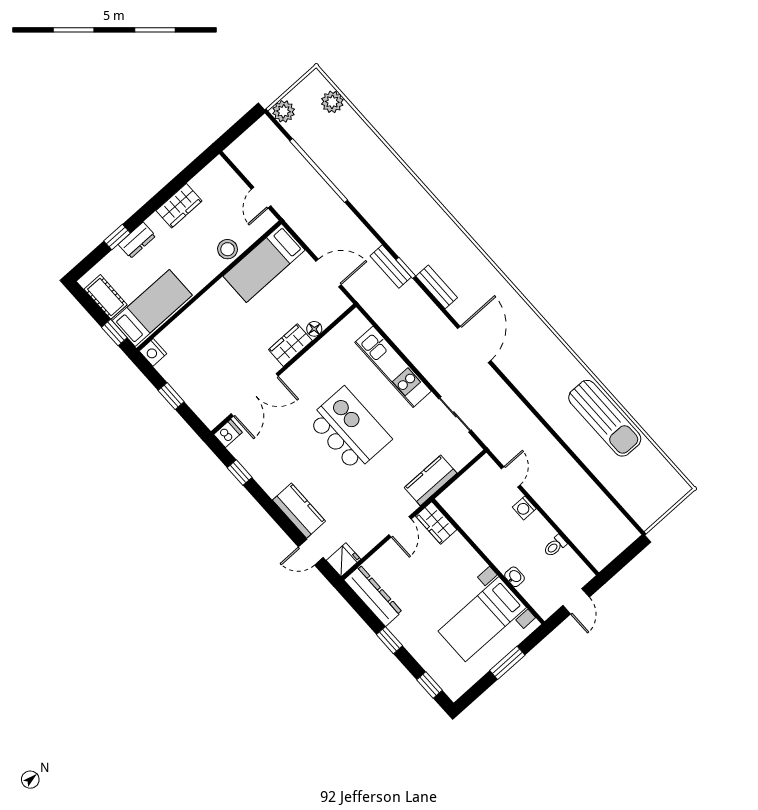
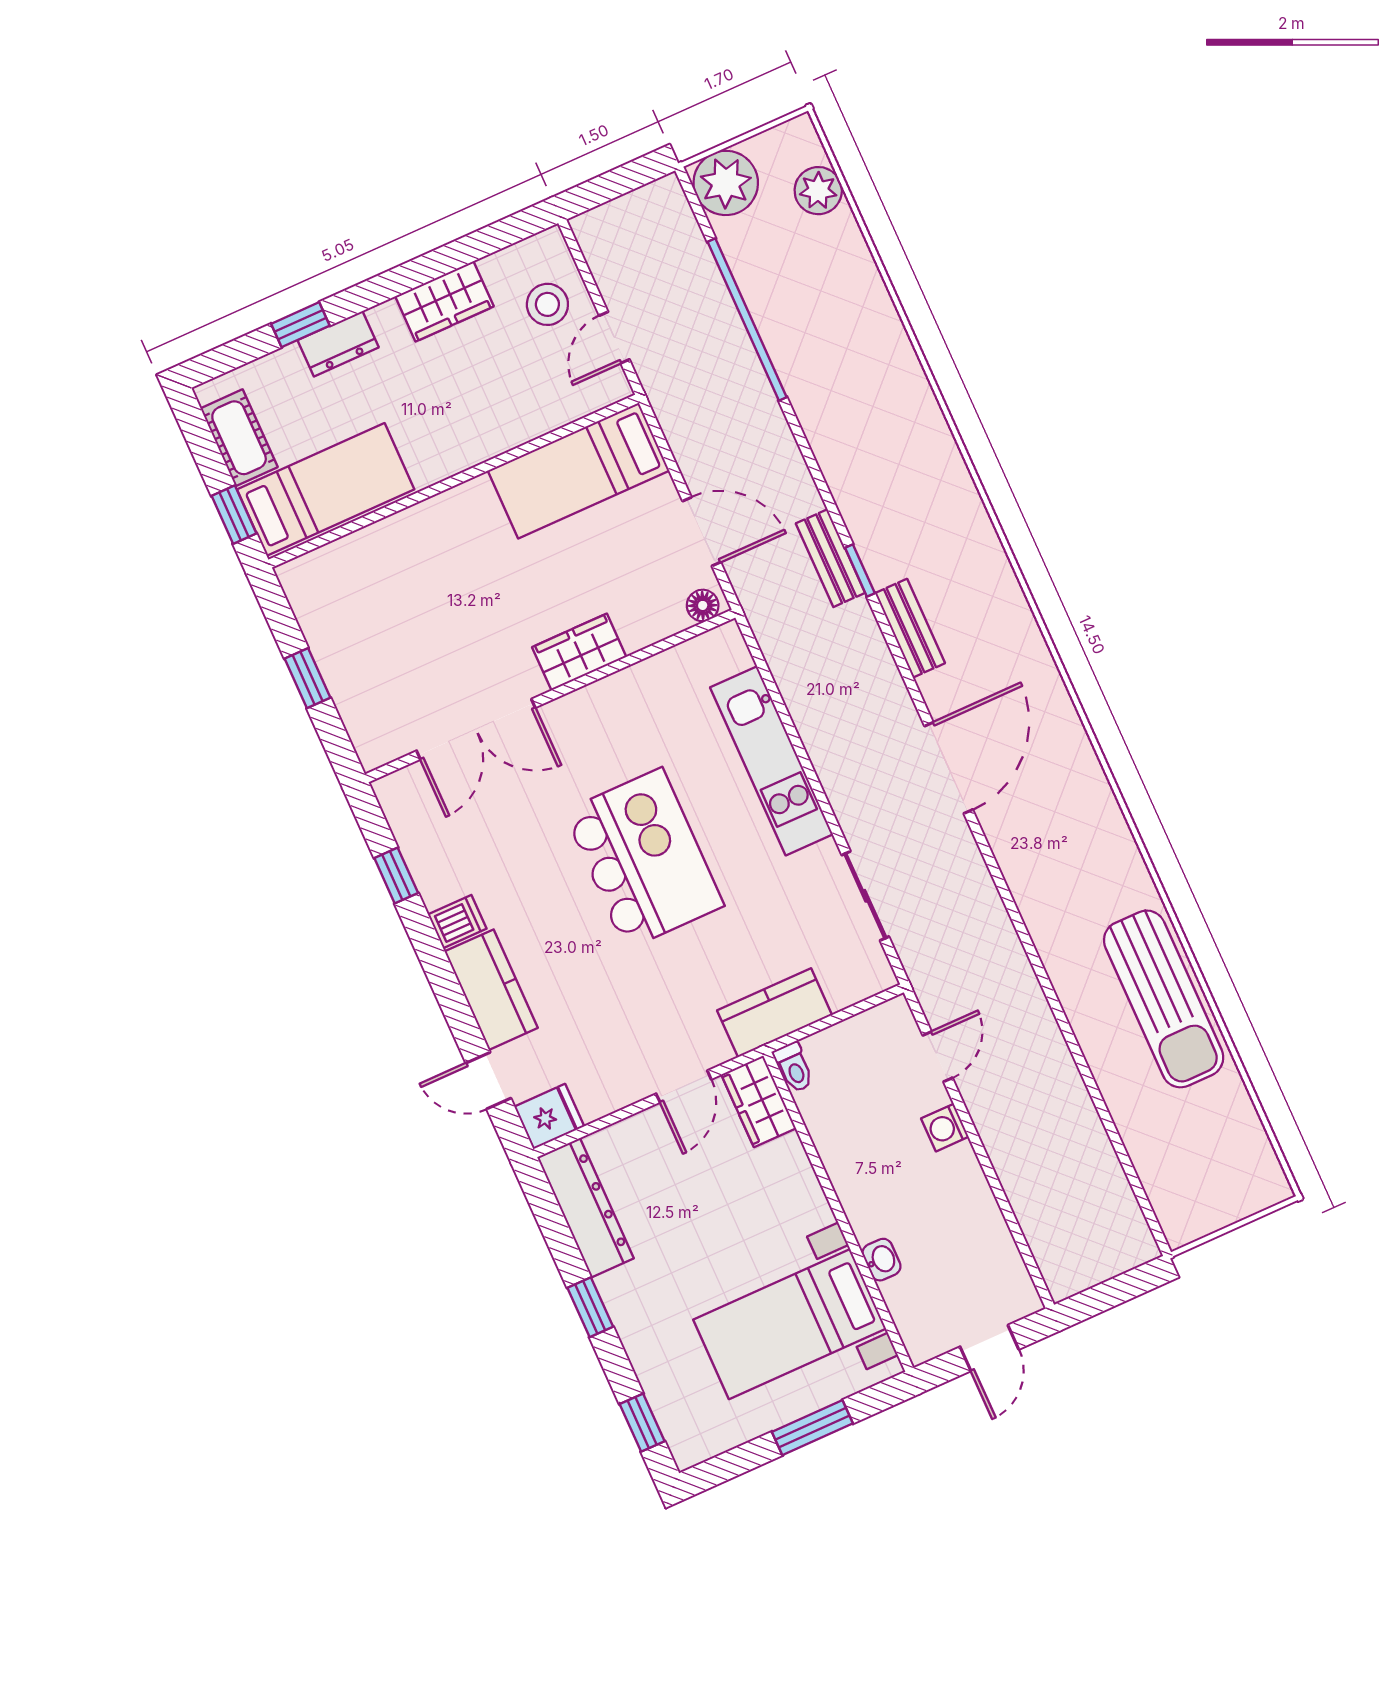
plant: (284, 111) -> (726, 183), width x1.36, depth x1.36
stool: (228, 249) -> (547, 304), moved
floor lamp: (314, 329) -> (703, 605), moved
nightstand: (153, 352) -> (299, 579), removed
dishwasher: (228, 433) -> (457, 922), moved
toilet: (555, 546) -> (794, 1067), moved, turned -90

